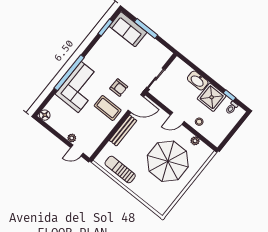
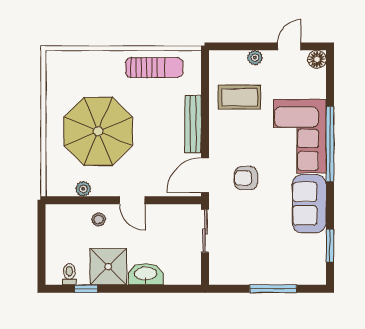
sofa: (128, 29) -> (309, 204), moved, turned -90
coffee table: (108, 108) -> (239, 97), moved
door: (177, 118) -> (132, 200), swing flipped
door: (77, 150) -> (289, 46), moved

